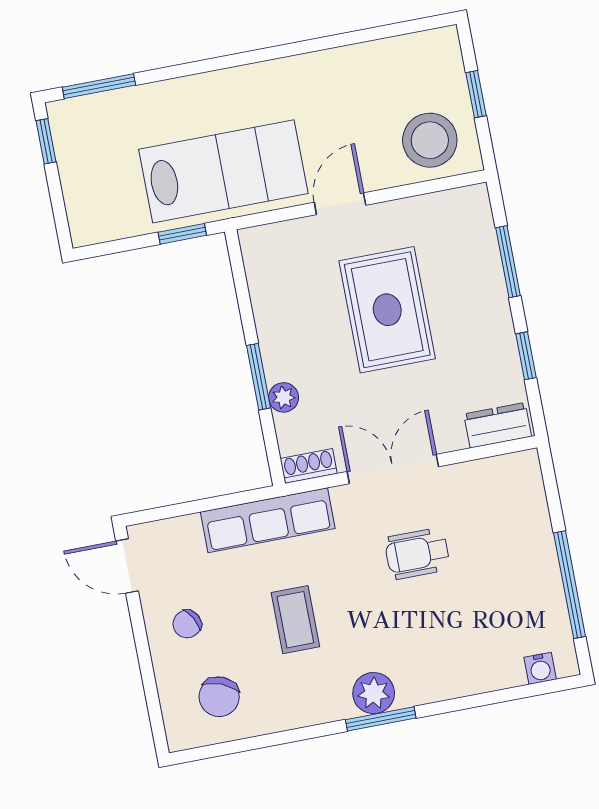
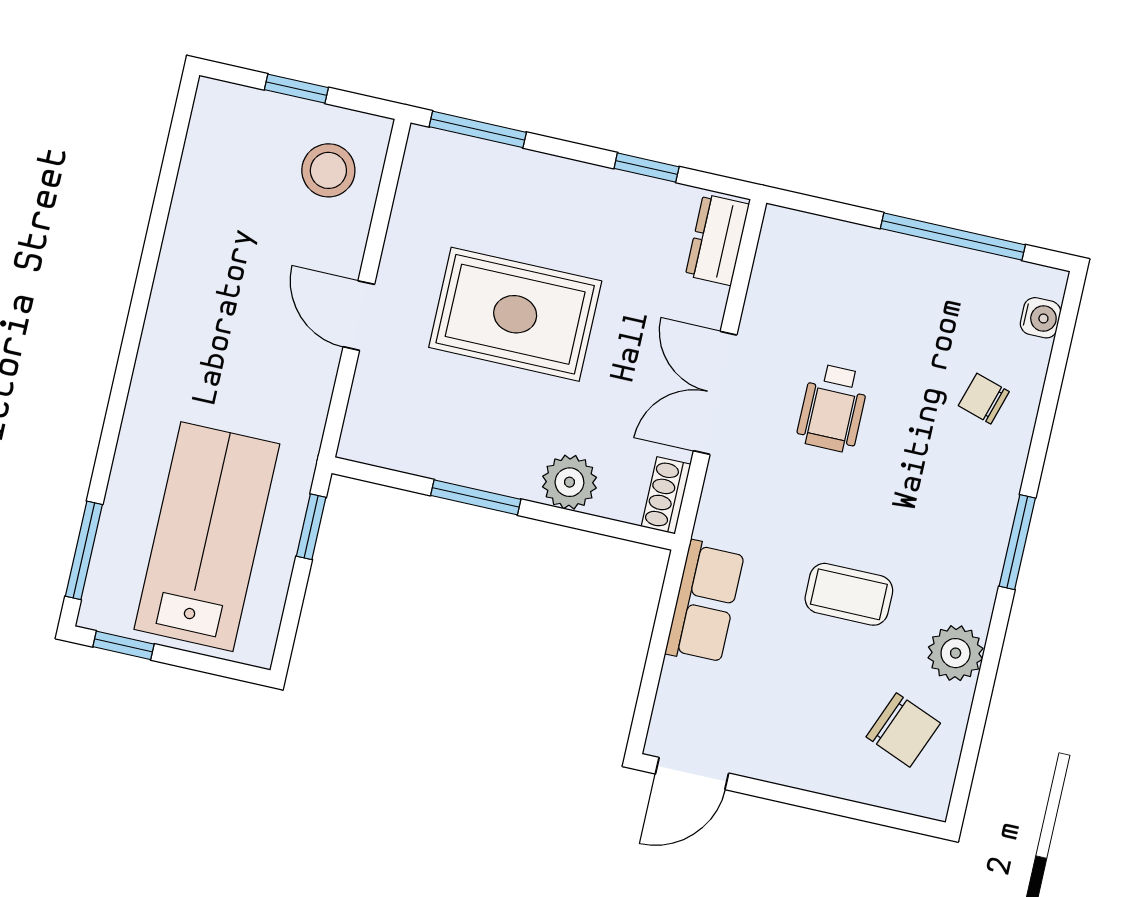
stool: (430, 140) -> (328, 170), width x0.73, depth x0.73
lab bench: (223, 171) -> (207, 537), moved
window: (508, 262) -> (478, 129), moved
window: (259, 377) -> (476, 497), moved
plant: (284, 397) -> (569, 482), width x1.38, depth x1.38
row of seats: (268, 520) -> (705, 602), width x0.68
chair: (187, 624) -> (984, 399), moved, turned 136
plant: (374, 693) -> (956, 653), moved

